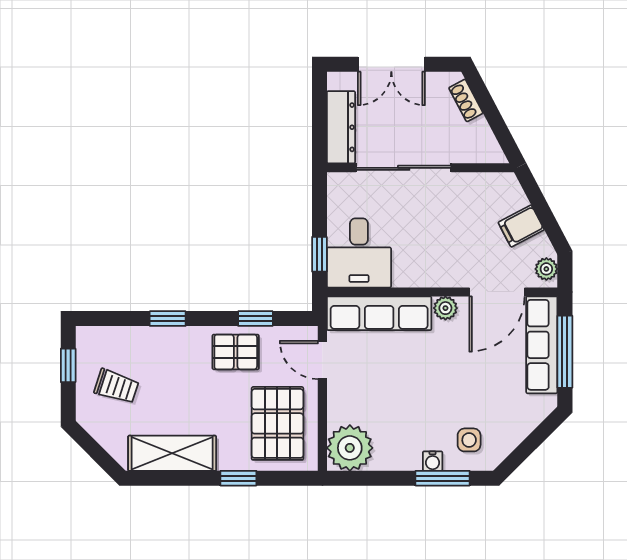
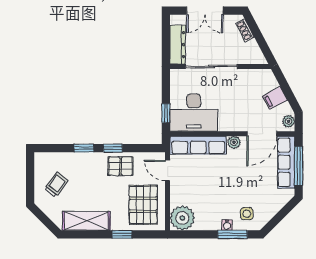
desk: (359, 253) -> (194, 113), width x1.37
window: (255, 319) -> (113, 148), moved
window: (68, 365) -> (30, 173), removed
trolley: (116, 386) -> (56, 185), turned -70

